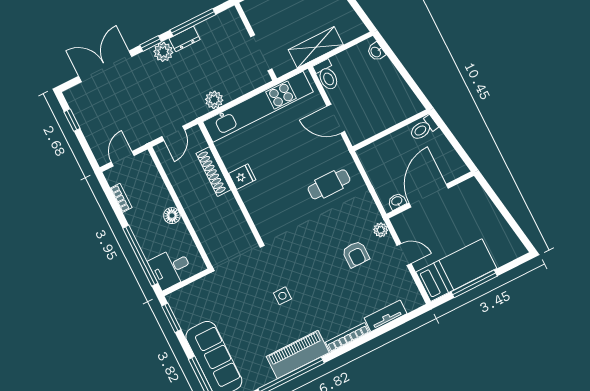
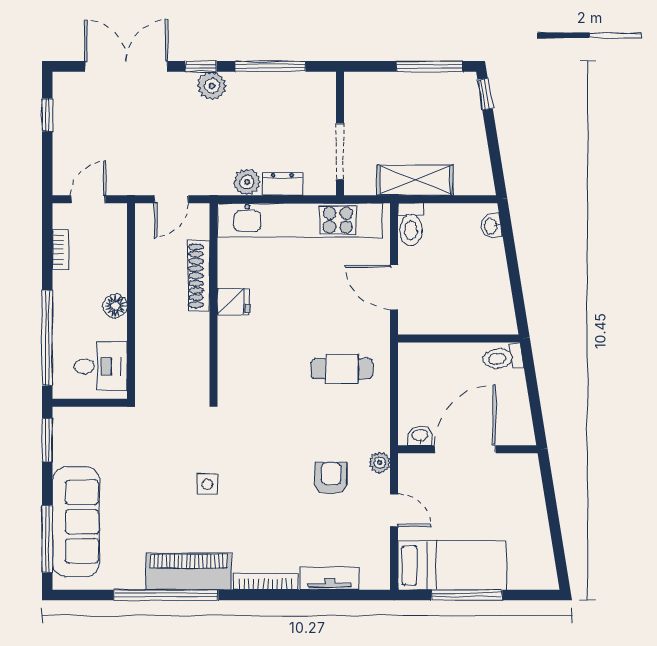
dresser: (185, 39) -> (282, 184), moved, turned 180
armchair: (356, 254) -> (331, 478), turned 180
desk: (171, 268) -> (101, 366), moved, turned 180

